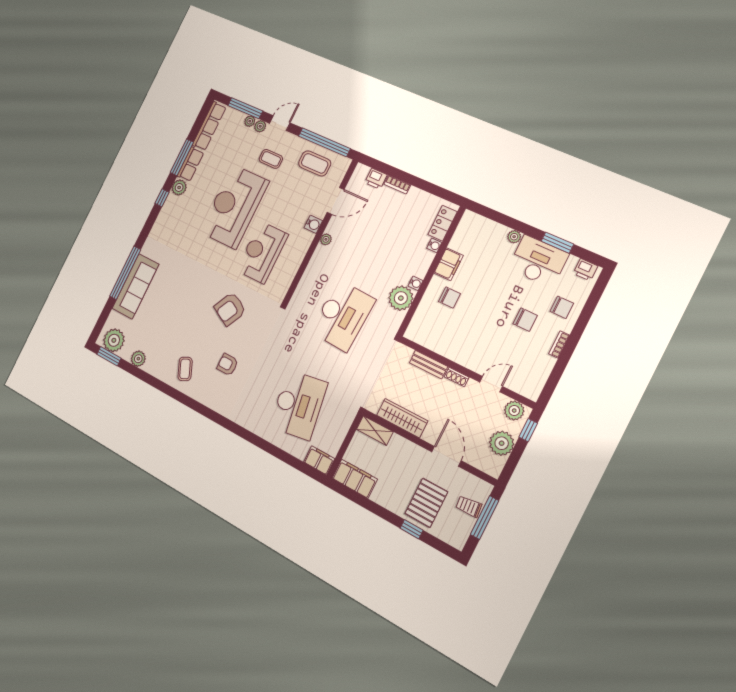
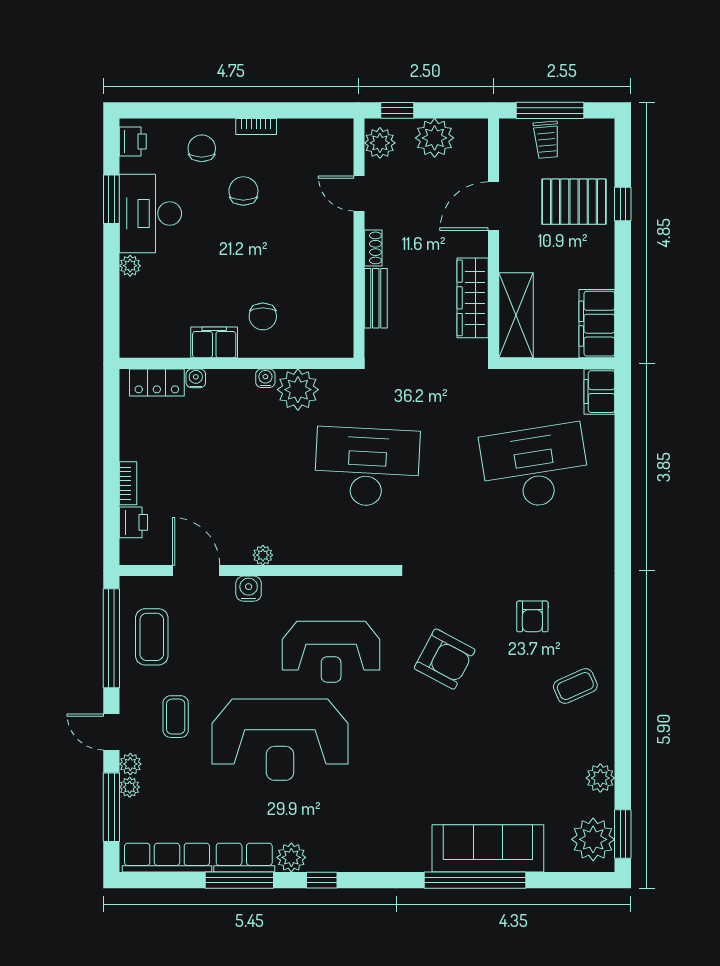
chair: (449, 298) -> (263, 316), turned 180
shelving: (375, 430) -> (516, 315), width x1.50, depth x1.33

